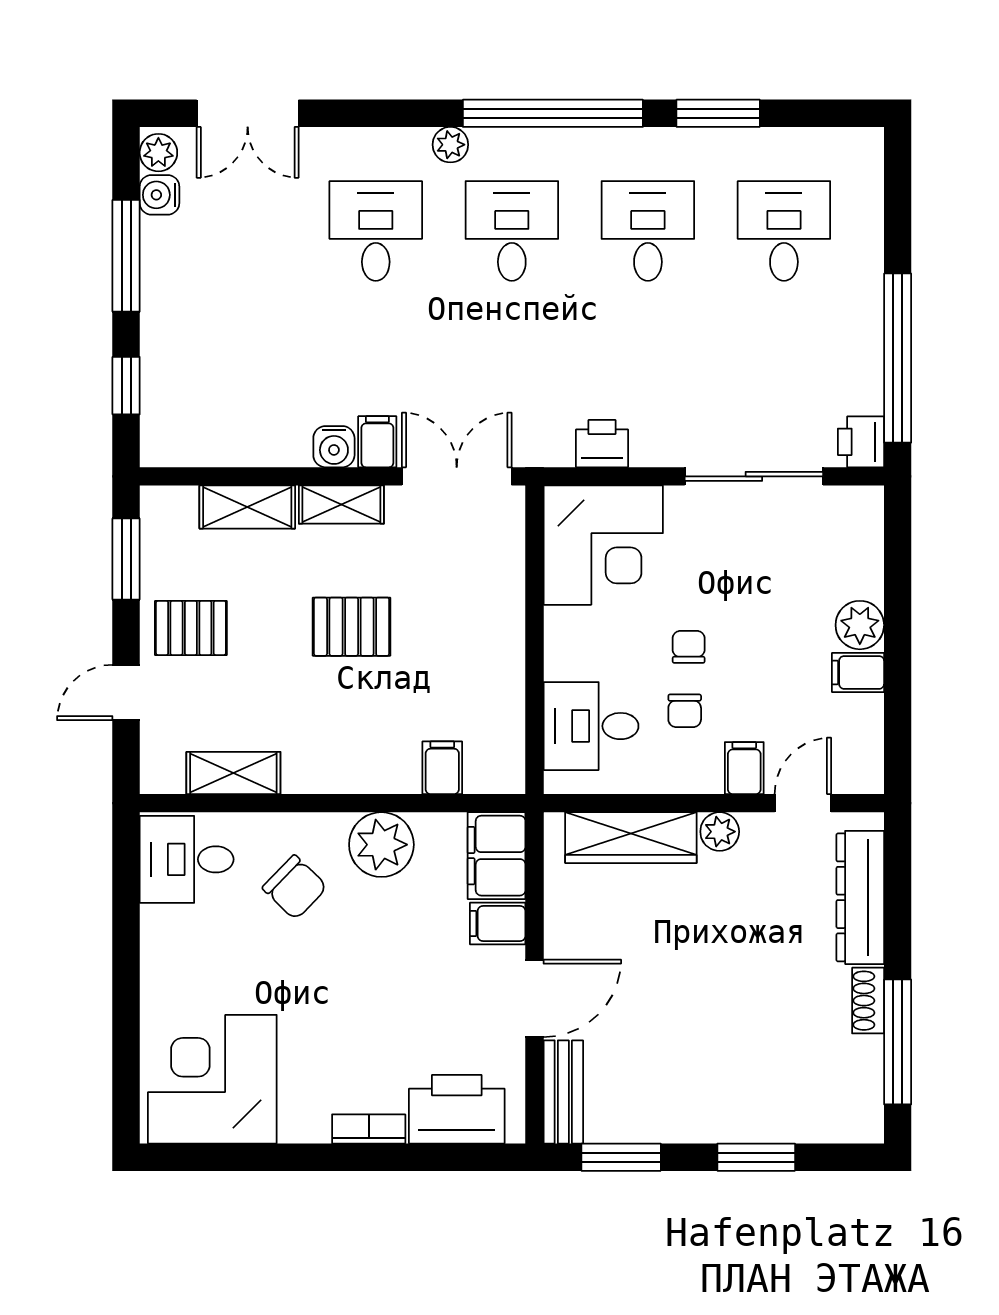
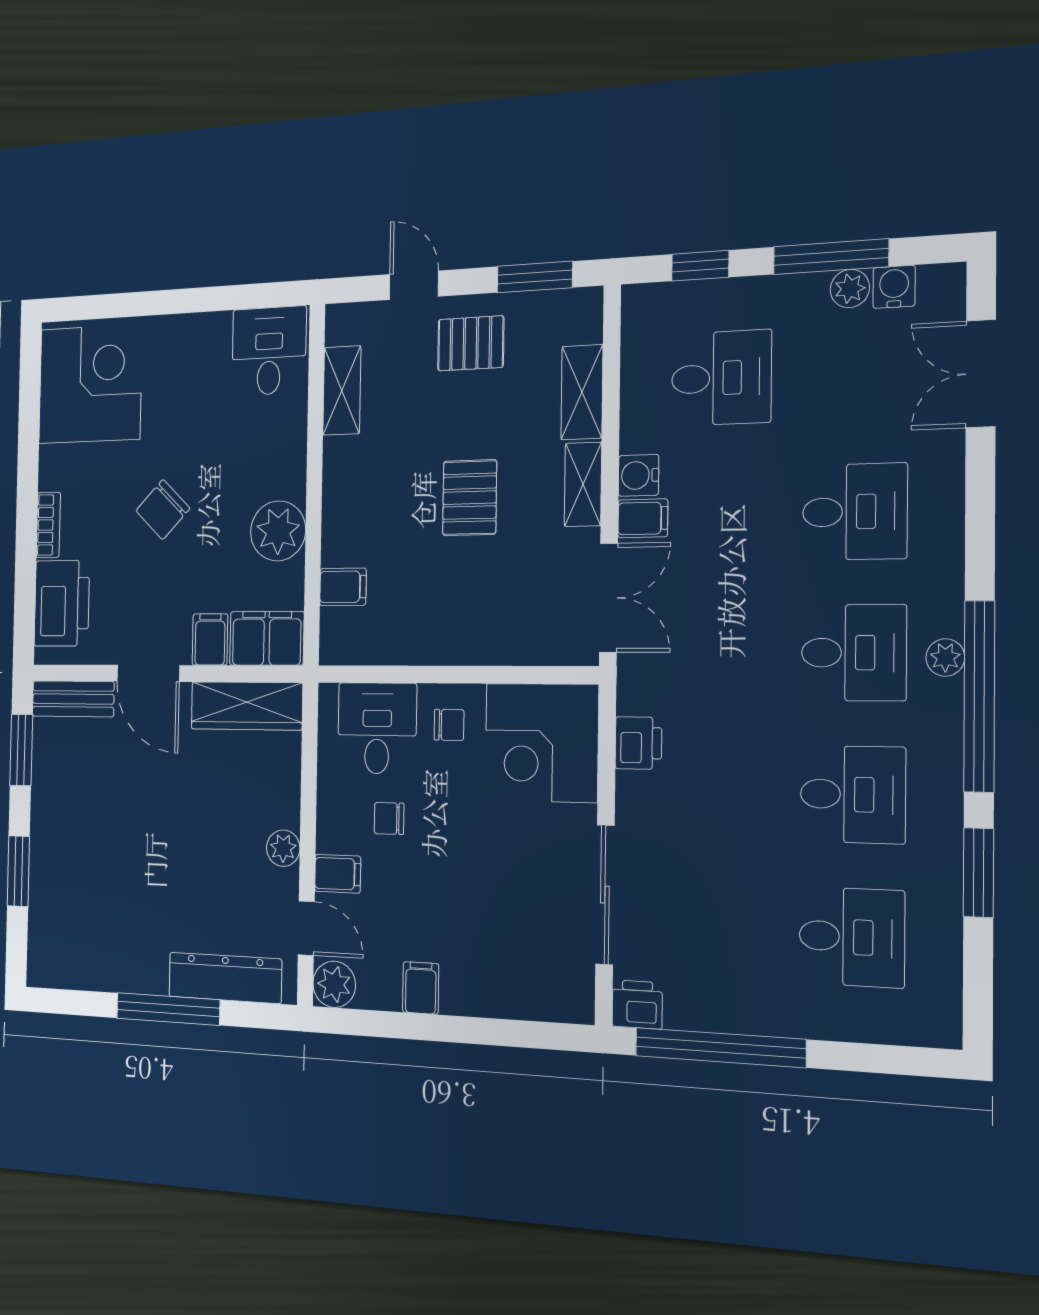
plant: (450, 145) -> (945, 657), moved
plant: (158, 153) -> (850, 289), moved
desk: (240, 363) -> (721, 378), added
plant: (860, 625) -> (334, 984), moved
pallet: (191, 628) -> (471, 343), turned 90
chair: (689, 647) -> (449, 725), moved
wardrobe: (631, 838) -> (247, 706), moved, turned -90
chair: (295, 887) -> (163, 510), moved
shoe rack: (868, 1001) -> (140, 980), removed
window: (898, 1042) -> (168, 1009), moved

